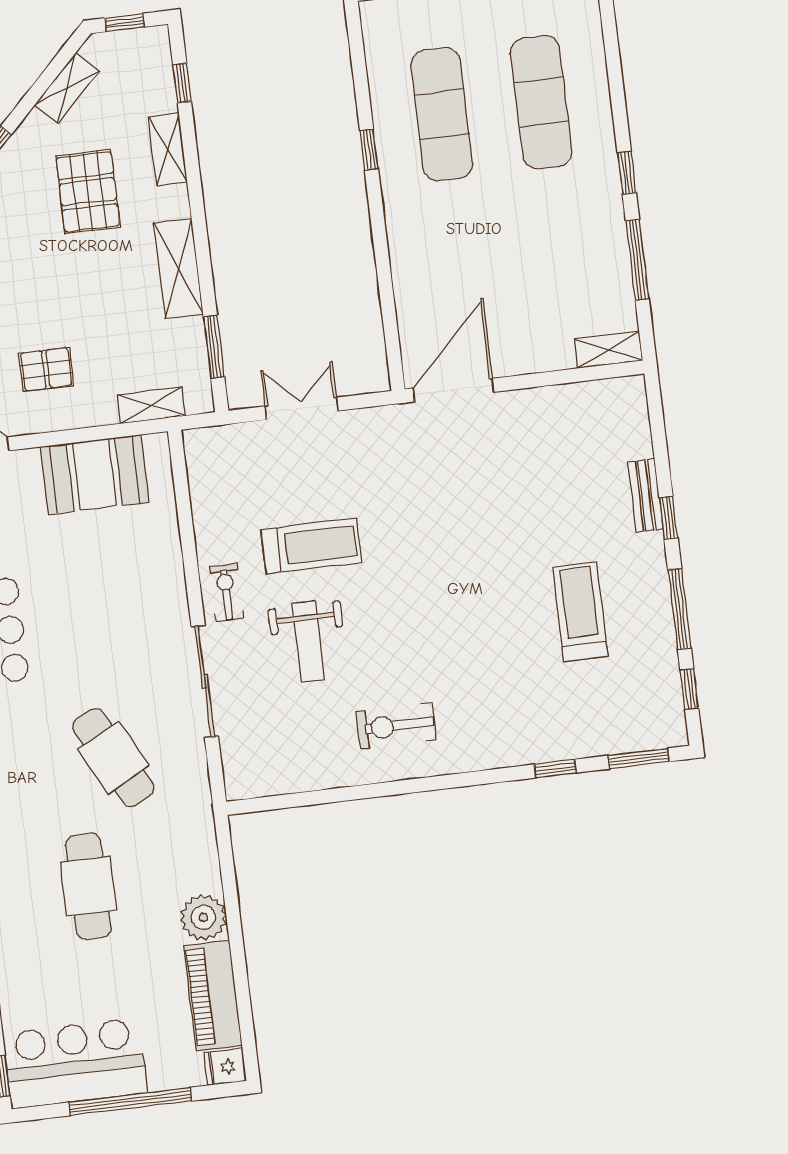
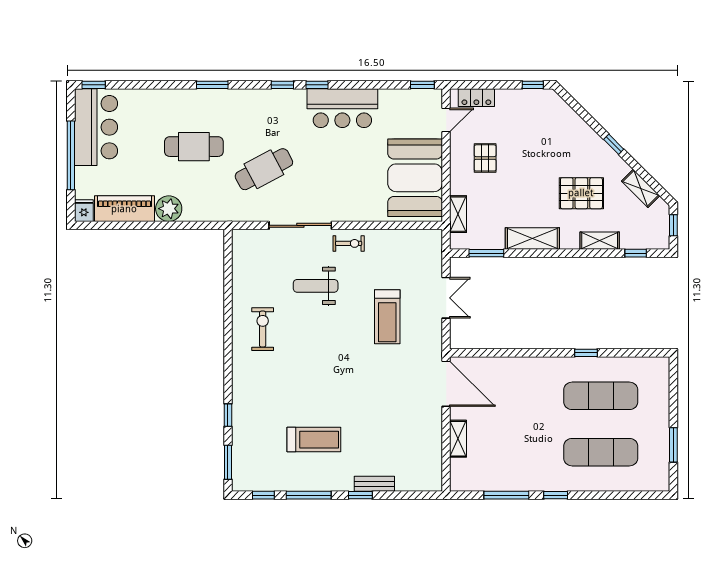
shelving: (608, 350) -> (458, 439), moved
booth: (94, 474) -> (415, 178), width x1.36, depth x1.42
treadmill: (311, 546) -> (387, 317), moved

